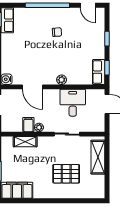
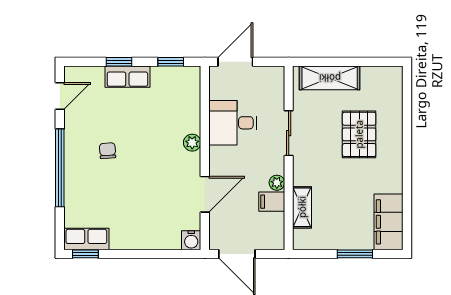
row of seats: (99, 72) -> (127, 77), moved

